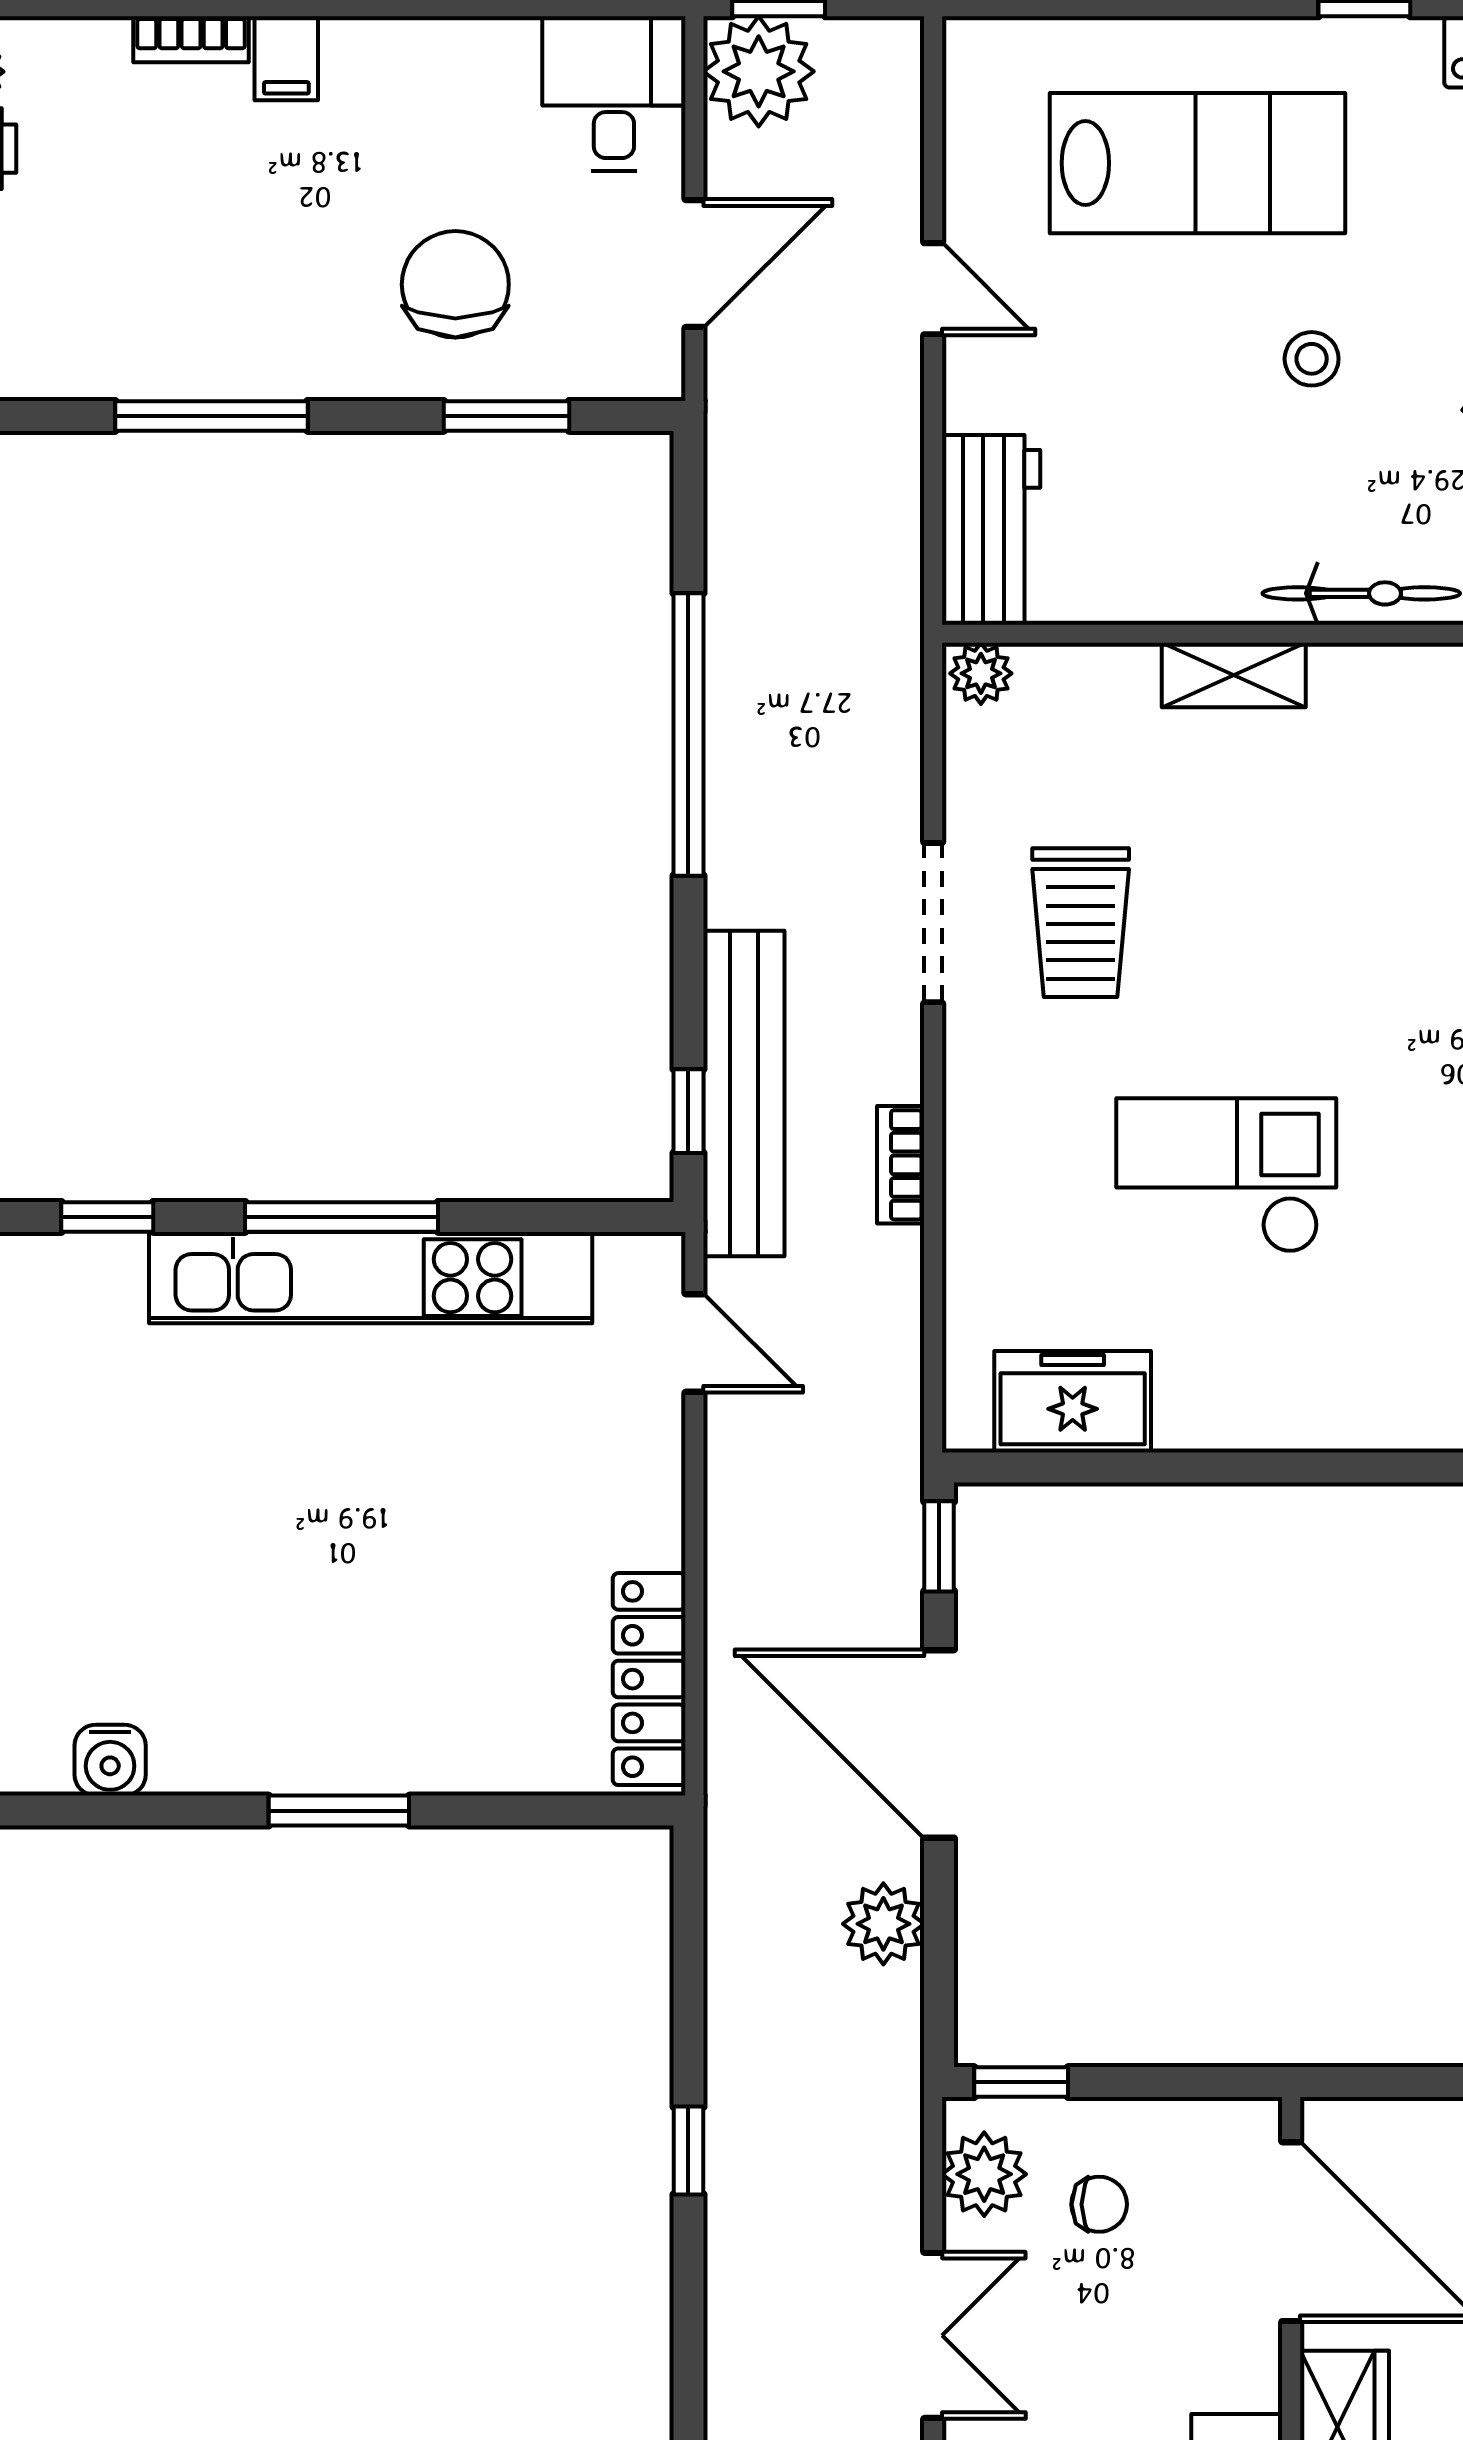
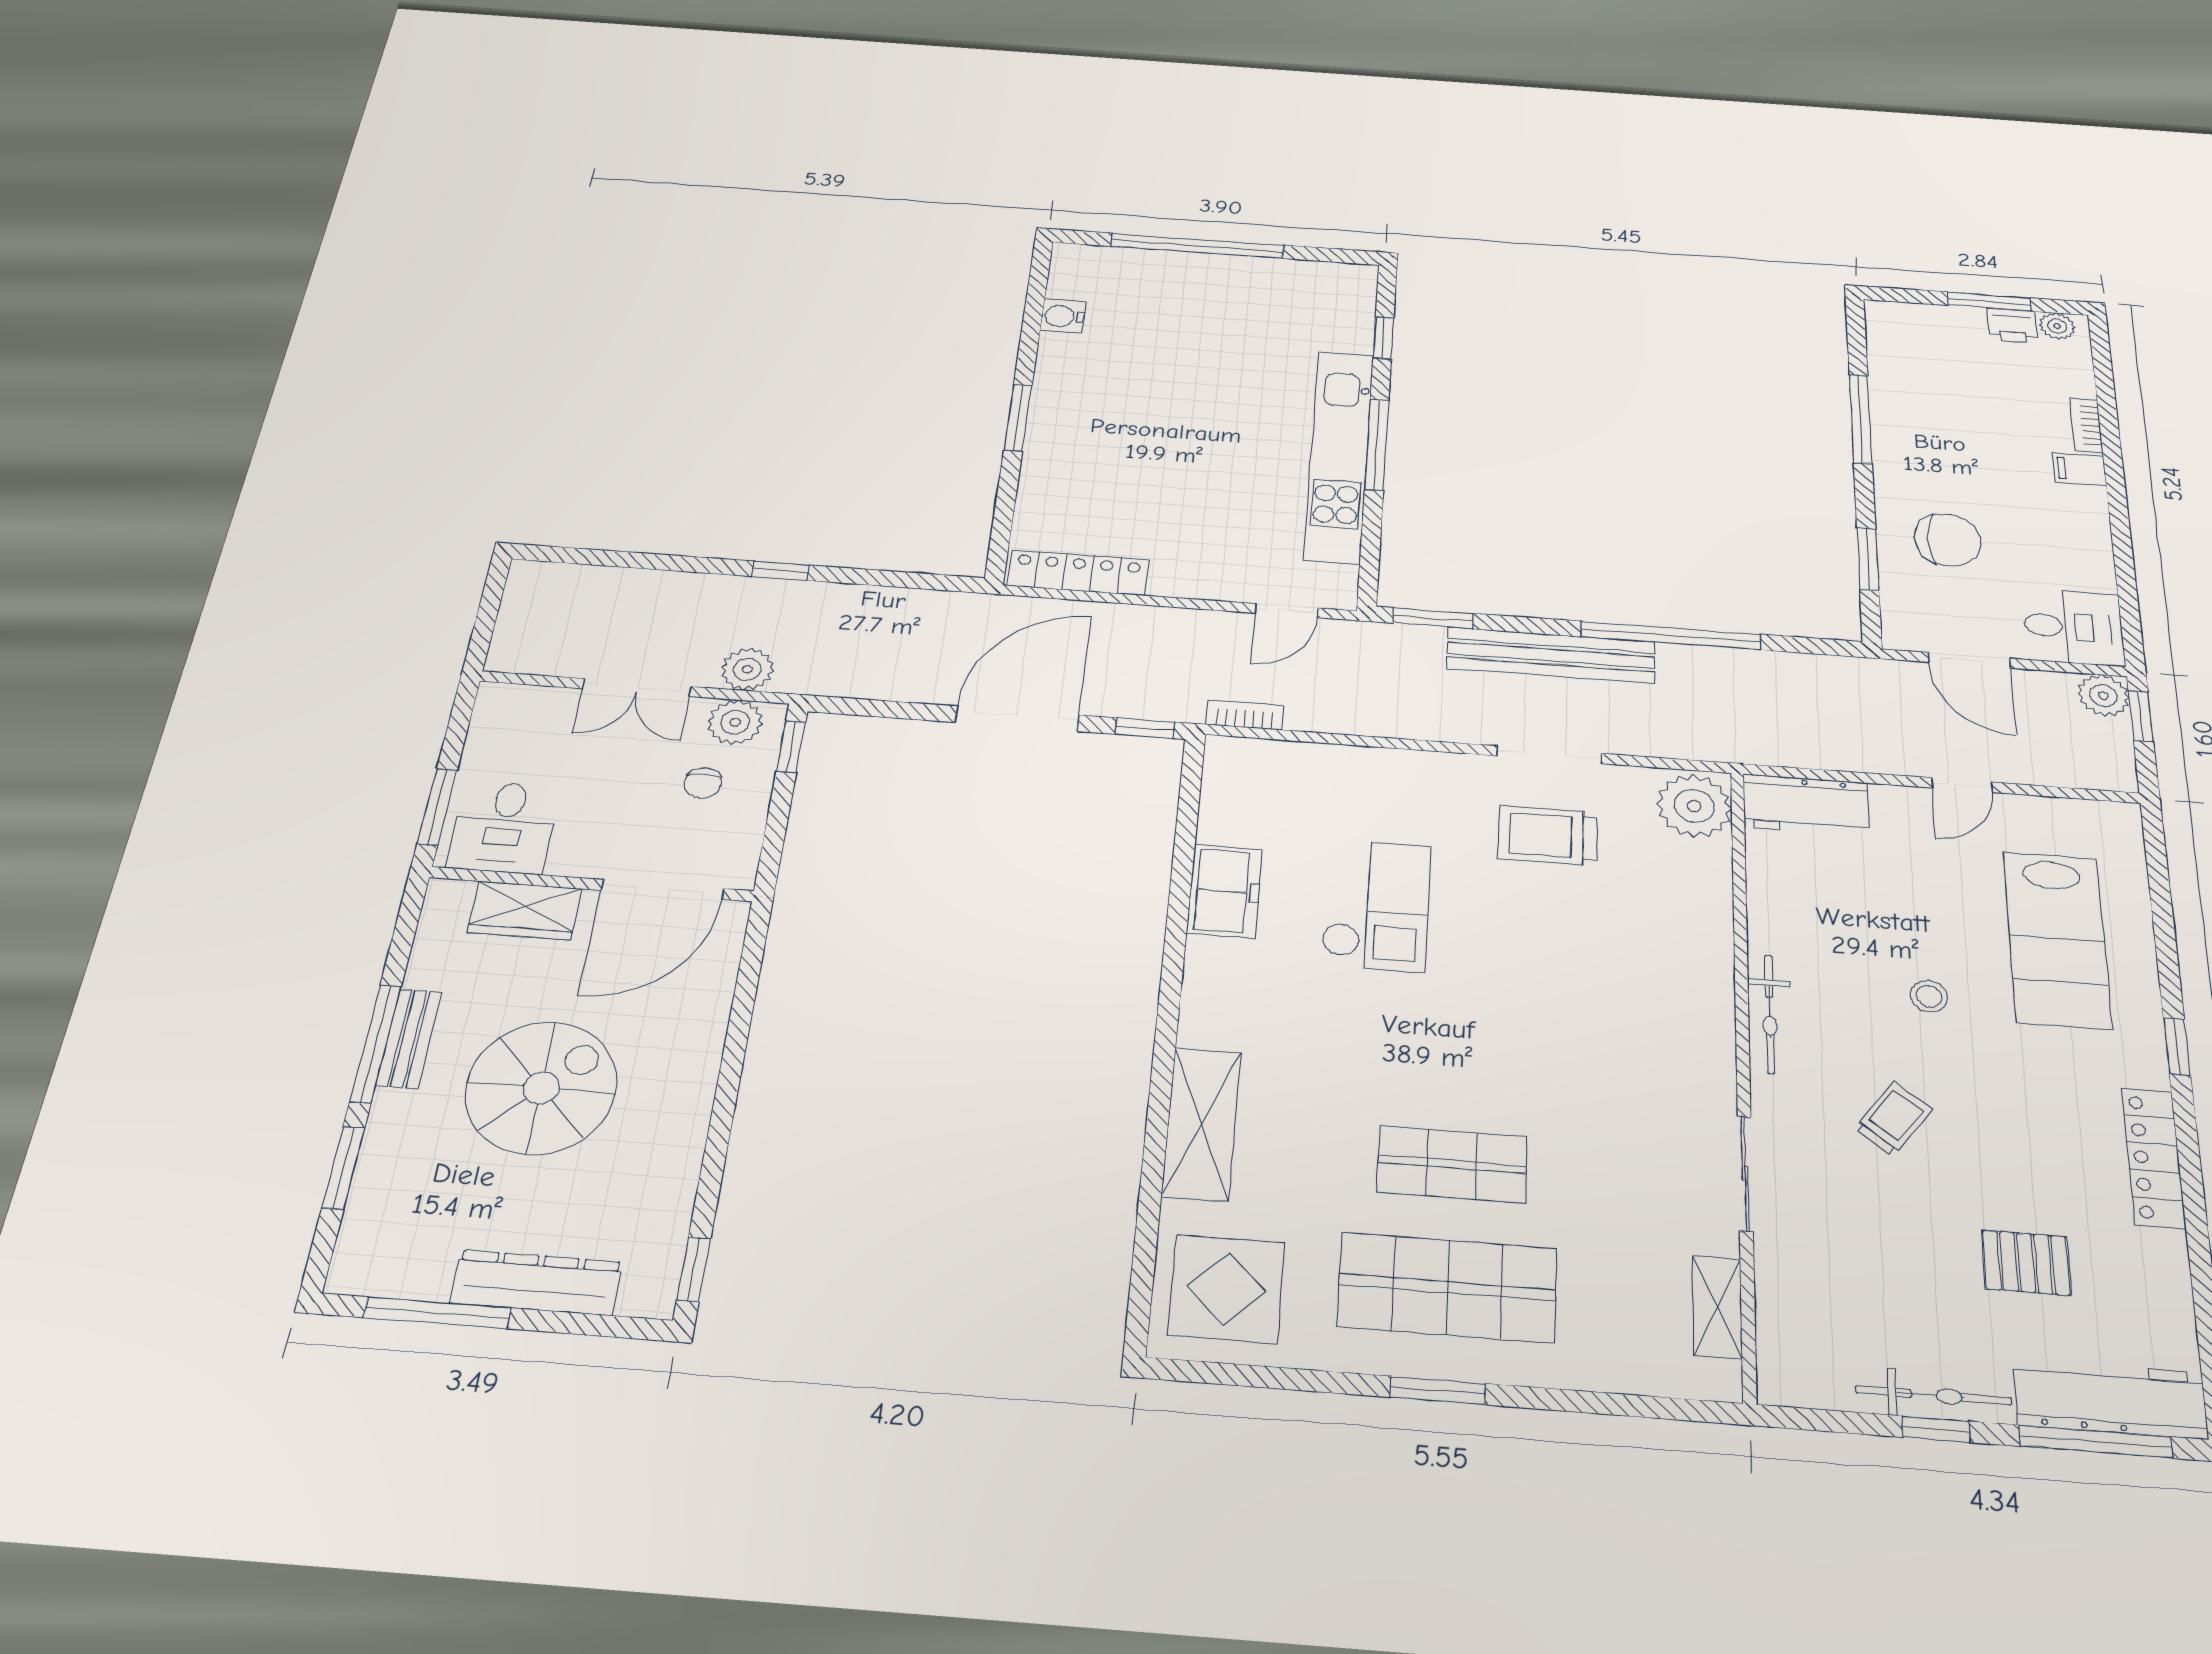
plant: (759, 71) -> (2103, 695), width x0.73, depth x0.73
plant: (981, 673) -> (1694, 806), width x1.87, depth x1.87
shelving: (1234, 675) -> (1713, 935), removed
bench: (744, 1094) -> (1551, 655), moved
window: (688, 1111) -> (1433, 618), width x1.50
bookcase: (901, 1165) -> (1245, 715), moved
freezer: (1073, 1402) -> (1225, 891), moved
plant: (883, 1924) -> (747, 669), moved

